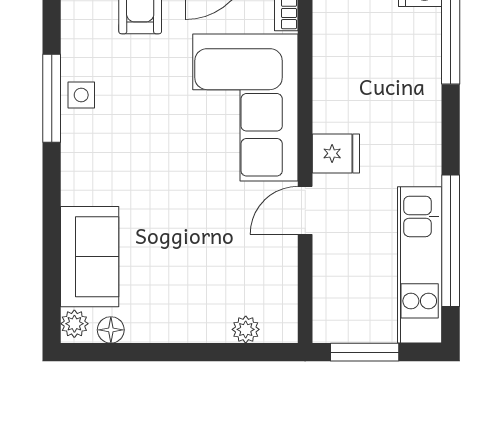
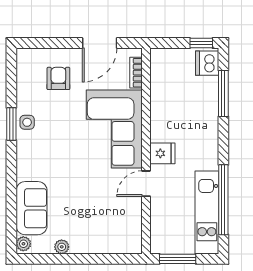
window: (52, 98) -> (11, 124), width x0.69
plant: (246, 329) -> (62, 247), moved
floor lamp: (111, 330) -> (43, 247), removed

